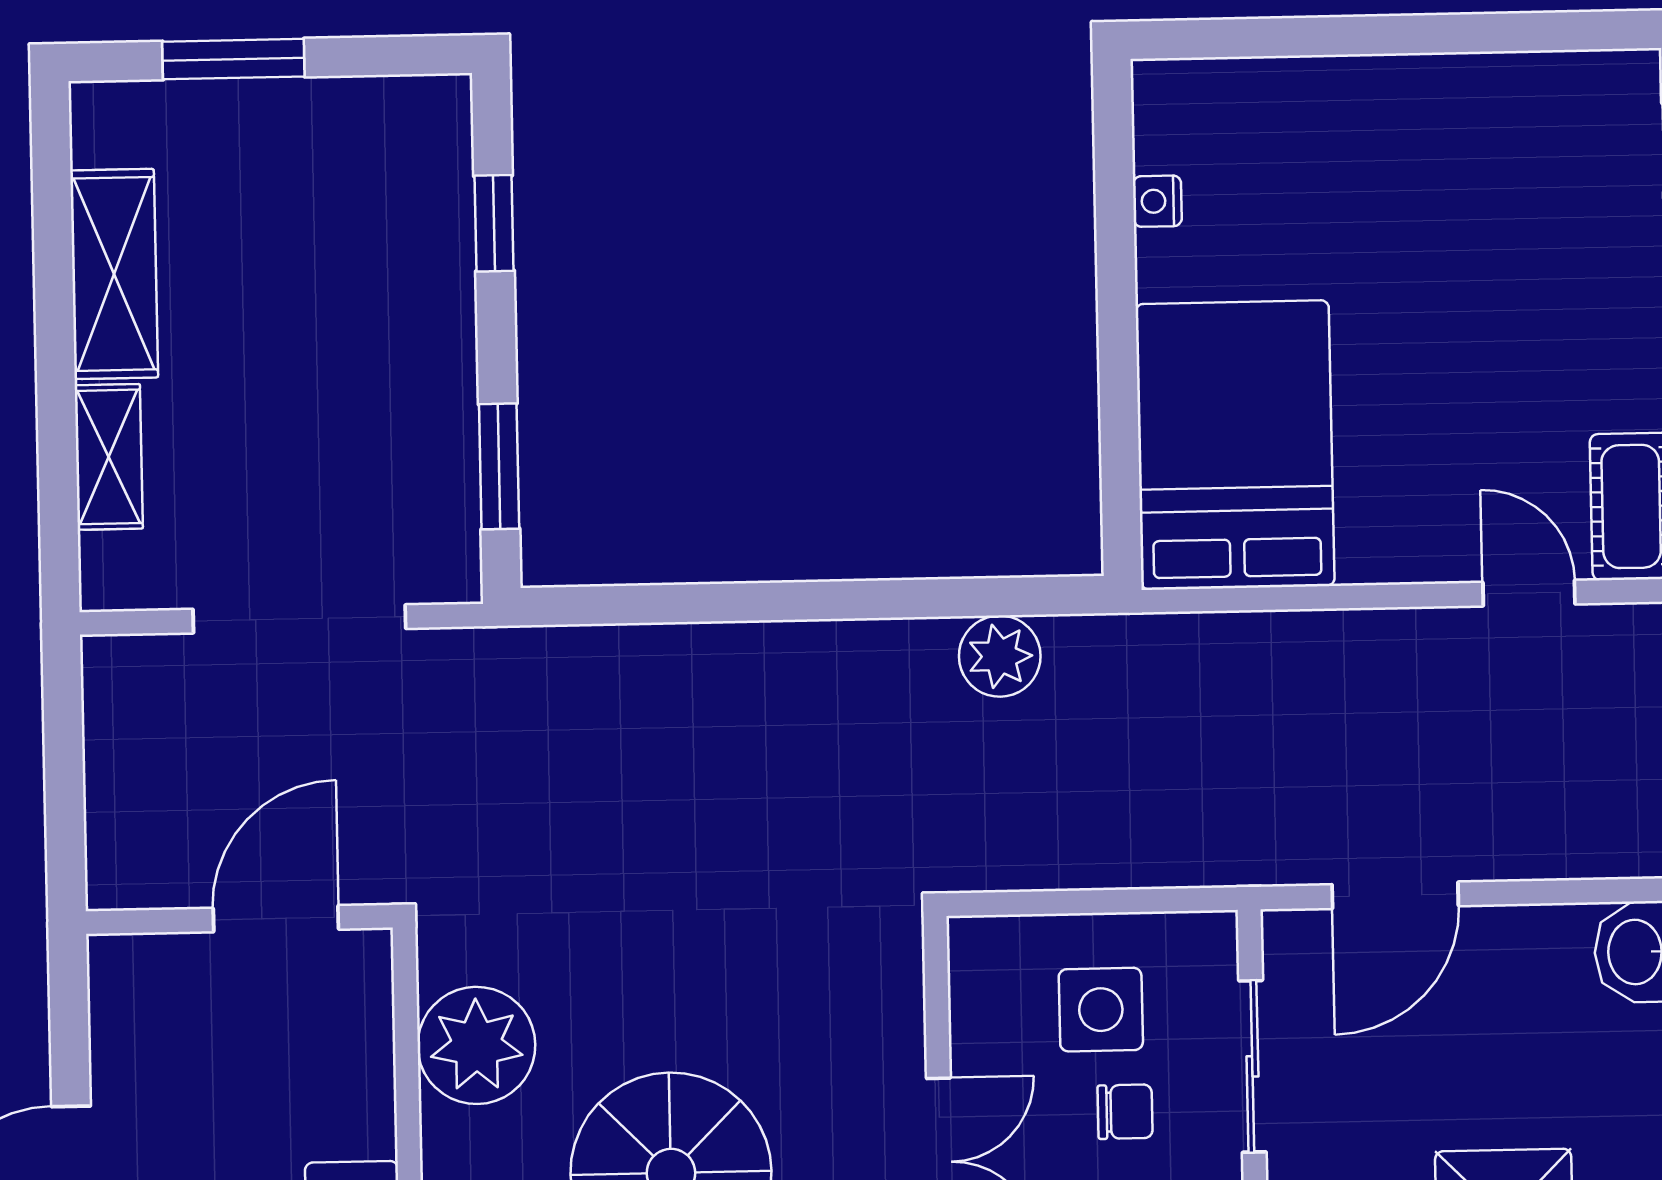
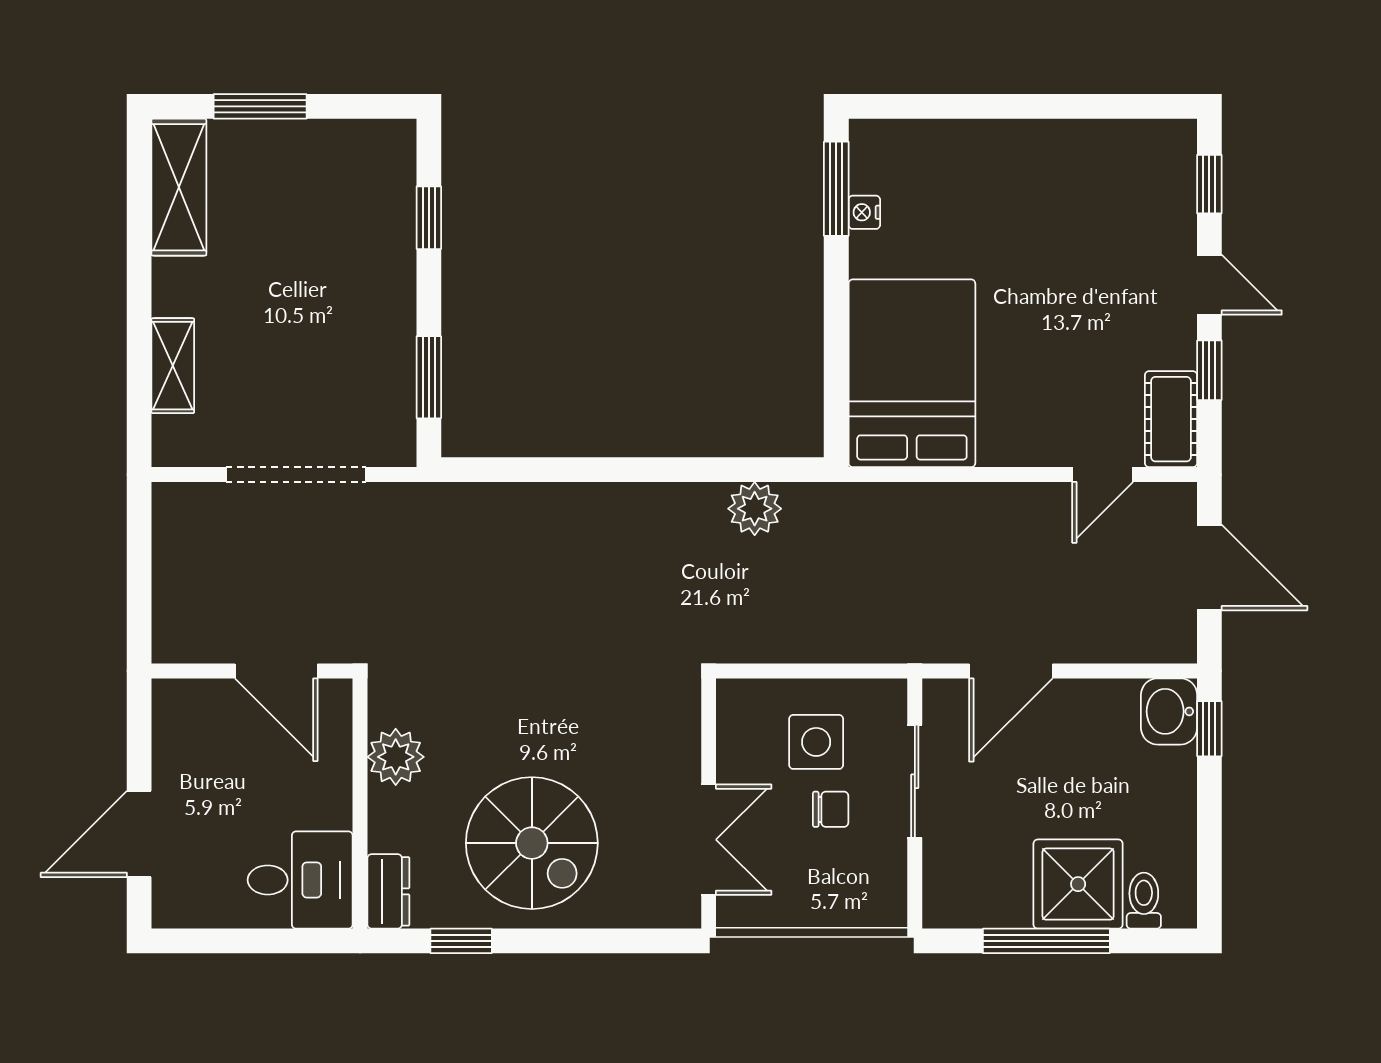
window: (1114, 166) -> (836, 189), added
shelving: (114, 274) -> (179, 187), moved
door: (1529, 593) -> (1103, 475), swing flipped
door: (276, 919) -> (276, 671), swing flipped
plant: (476, 1045) -> (396, 757), width x0.73, depth x0.73

